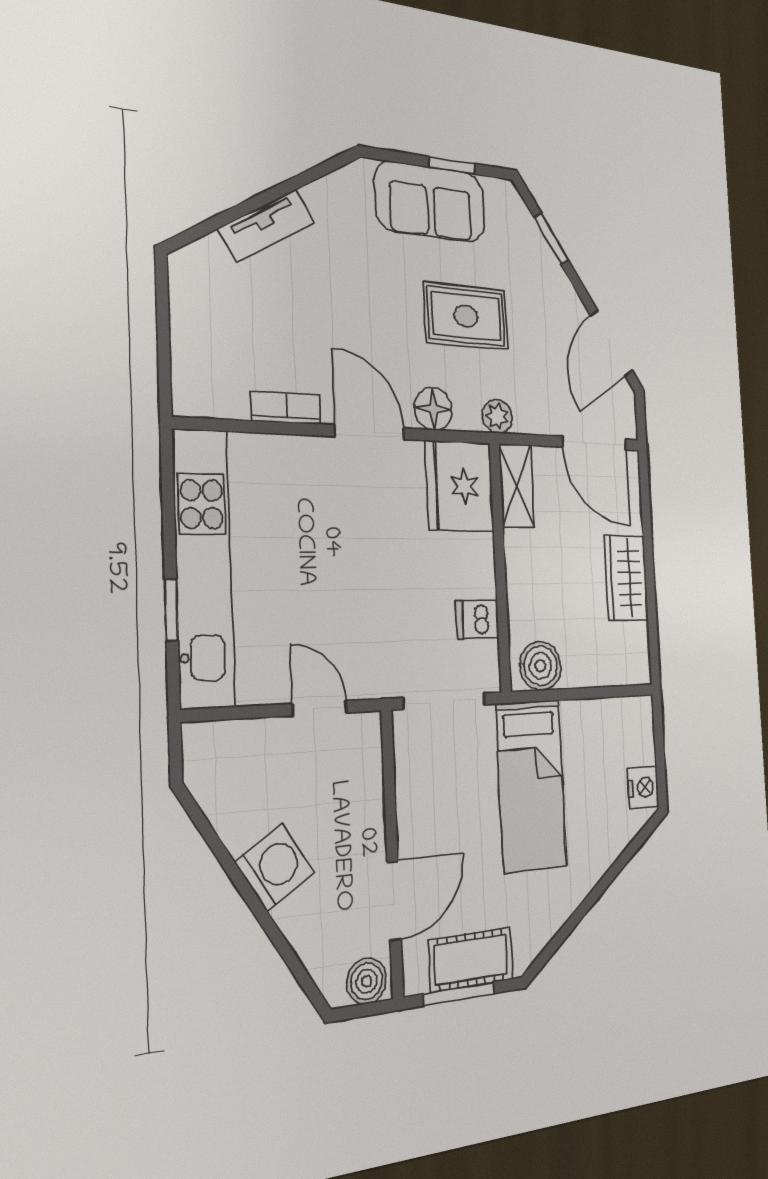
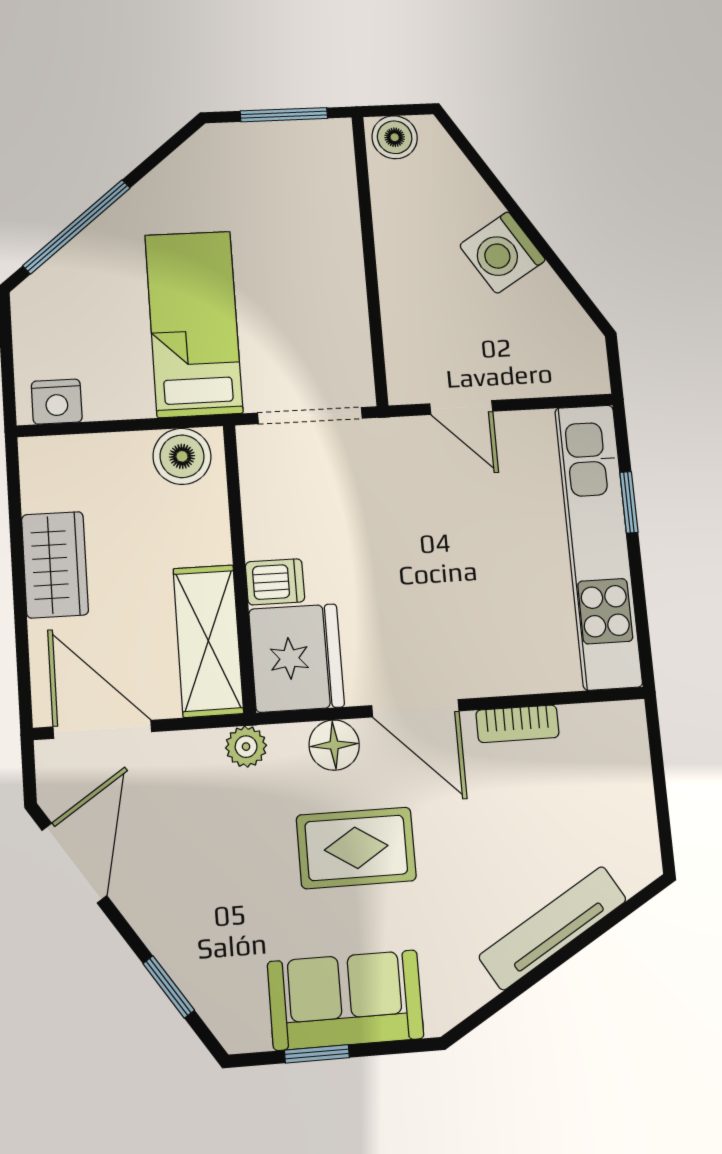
tv unit: (267, 226) -> (553, 928), width x1.41
rug: (466, 316) -> (356, 848), moved
shelving: (517, 486) -> (208, 641), width x1.50, depth x1.33
dishwasher: (477, 619) -> (275, 582), moved
nightstand: (643, 787) -> (57, 402), moved, turned -90
window: (615, 870) -> (77, 227), added
door: (394, 901) -> (366, 212), removed
cot: (471, 960) -> (270, 147), removed

